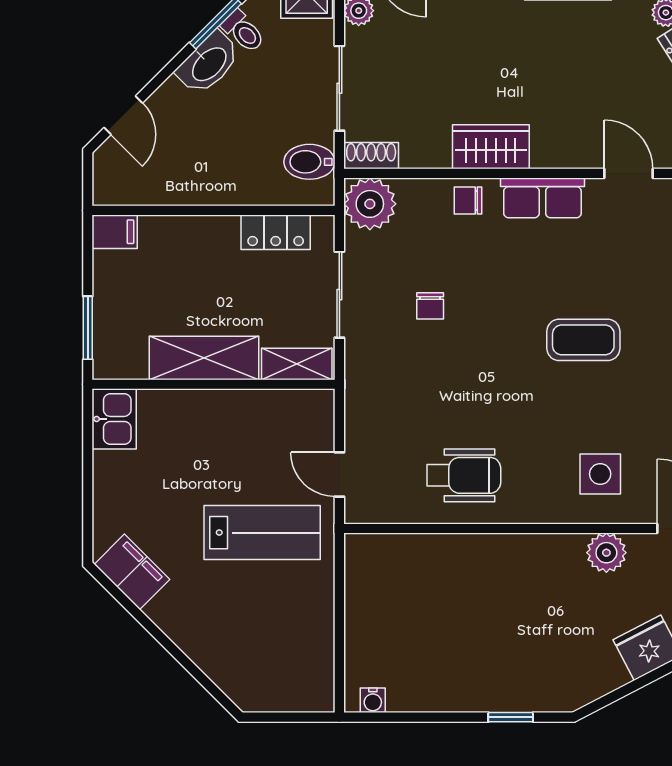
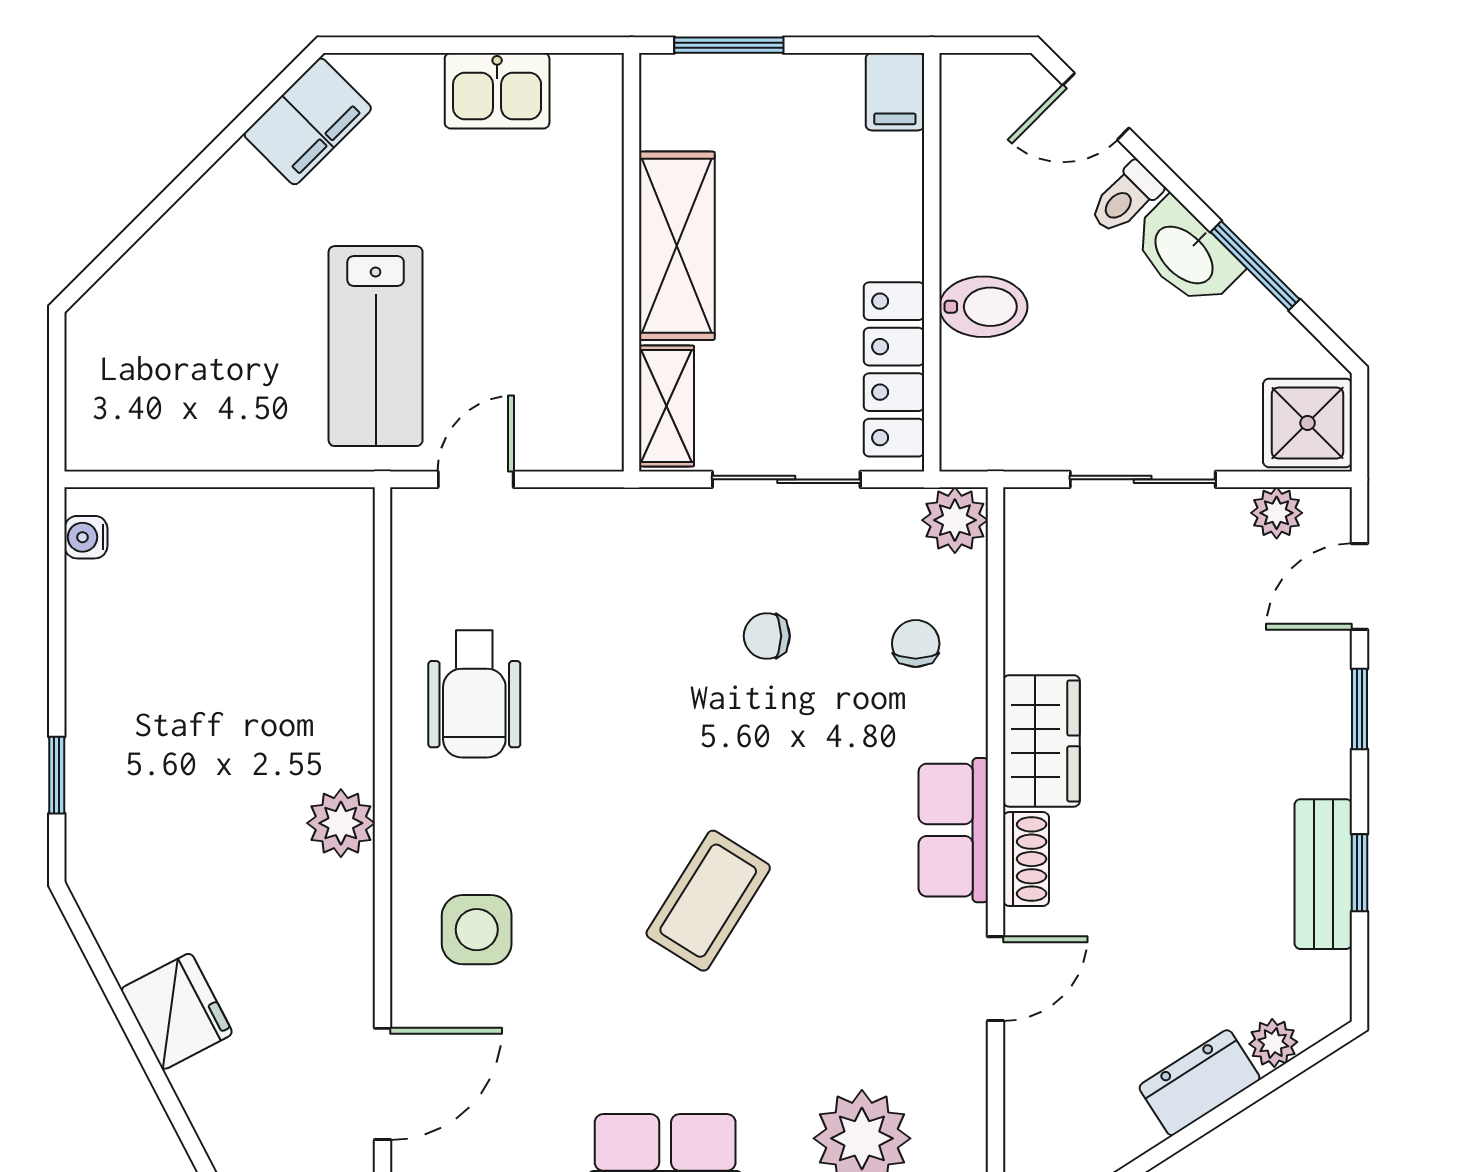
toilet: (243, 31) -> (1125, 198), moved
shoe rack: (371, 156) -> (1026, 859), moved
bidet: (309, 162) -> (983, 307), moved, turned 90
chair: (468, 201) -> (916, 644), moved
plant: (370, 204) -> (955, 520), width x0.73, depth x0.73
locker: (276, 232) -> (894, 369), width x1.53
coffee table: (583, 340) -> (708, 901), turned 32
kitchen sink: (114, 419) -> (497, 91), moved
plant: (606, 553) -> (341, 823), moved

